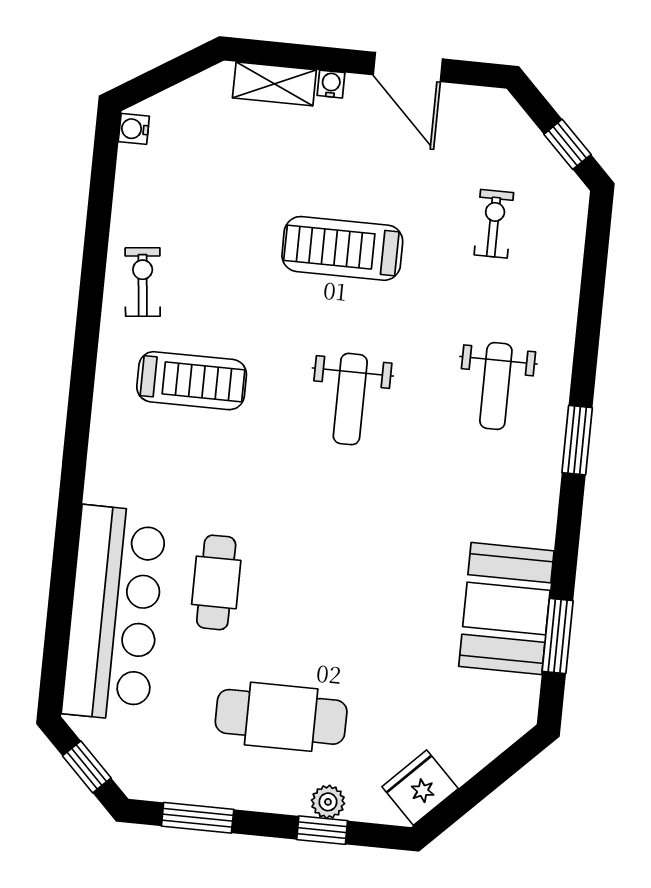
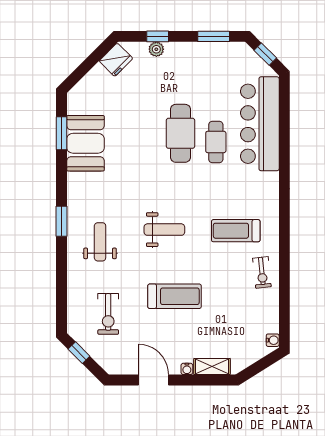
exercise bike: (494, 224) -> (108, 314), width x1.38, depth x1.39
weight bench: (350, 399) -> (164, 230), turned 90
cafe table: (281, 717) -> (180, 133), moved, turned 90

